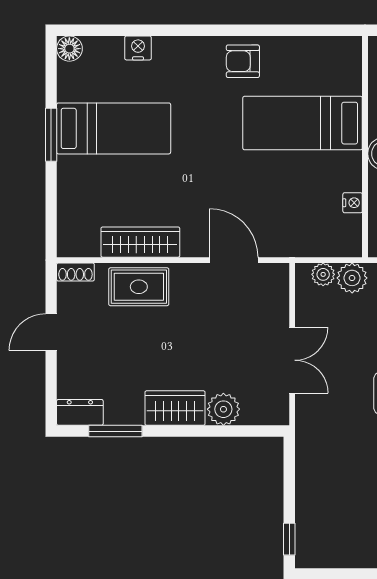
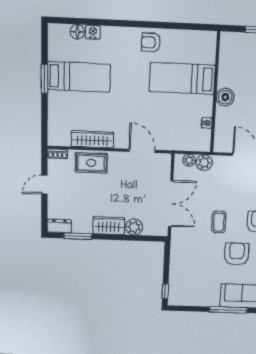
floor lamp: (69, 49) -> (77, 32), moved
double door: (292, 360) -> (171, 204), width x1.37

